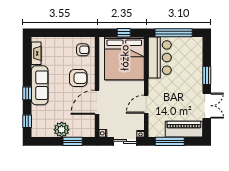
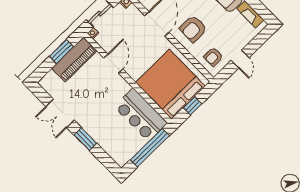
door: (68, 33) -> (240, 59), added
piano: (184, 129) -> (74, 60), moved
window: (170, 141) -> (61, 51), width x0.69

